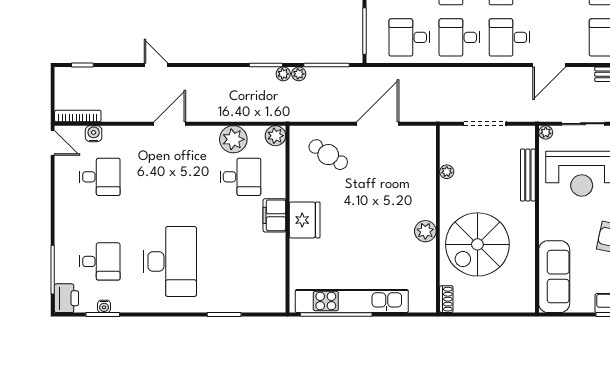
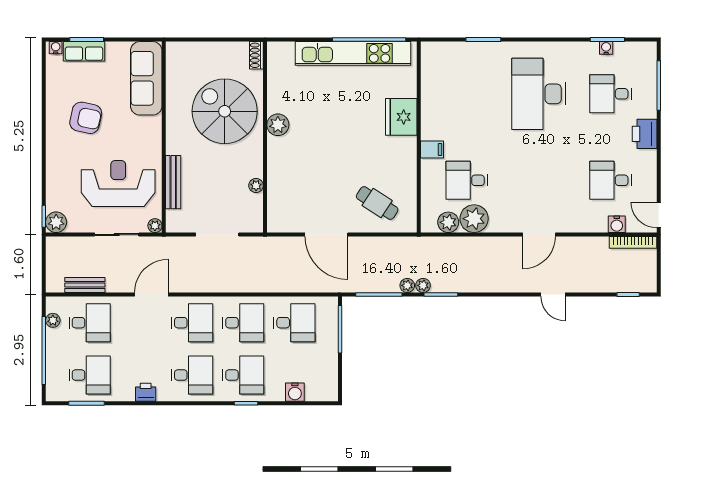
door: (378, 124) -> (326, 235), hinge flipped
plant: (275, 136) -> (448, 222), moved
filing cabinet: (274, 215) -> (432, 150), width x0.50
fridge: (305, 220) -> (401, 117), moved
spiral stairs: (477, 244) -> (225, 111), turned -90
printer: (66, 298) -> (645, 134), moved

